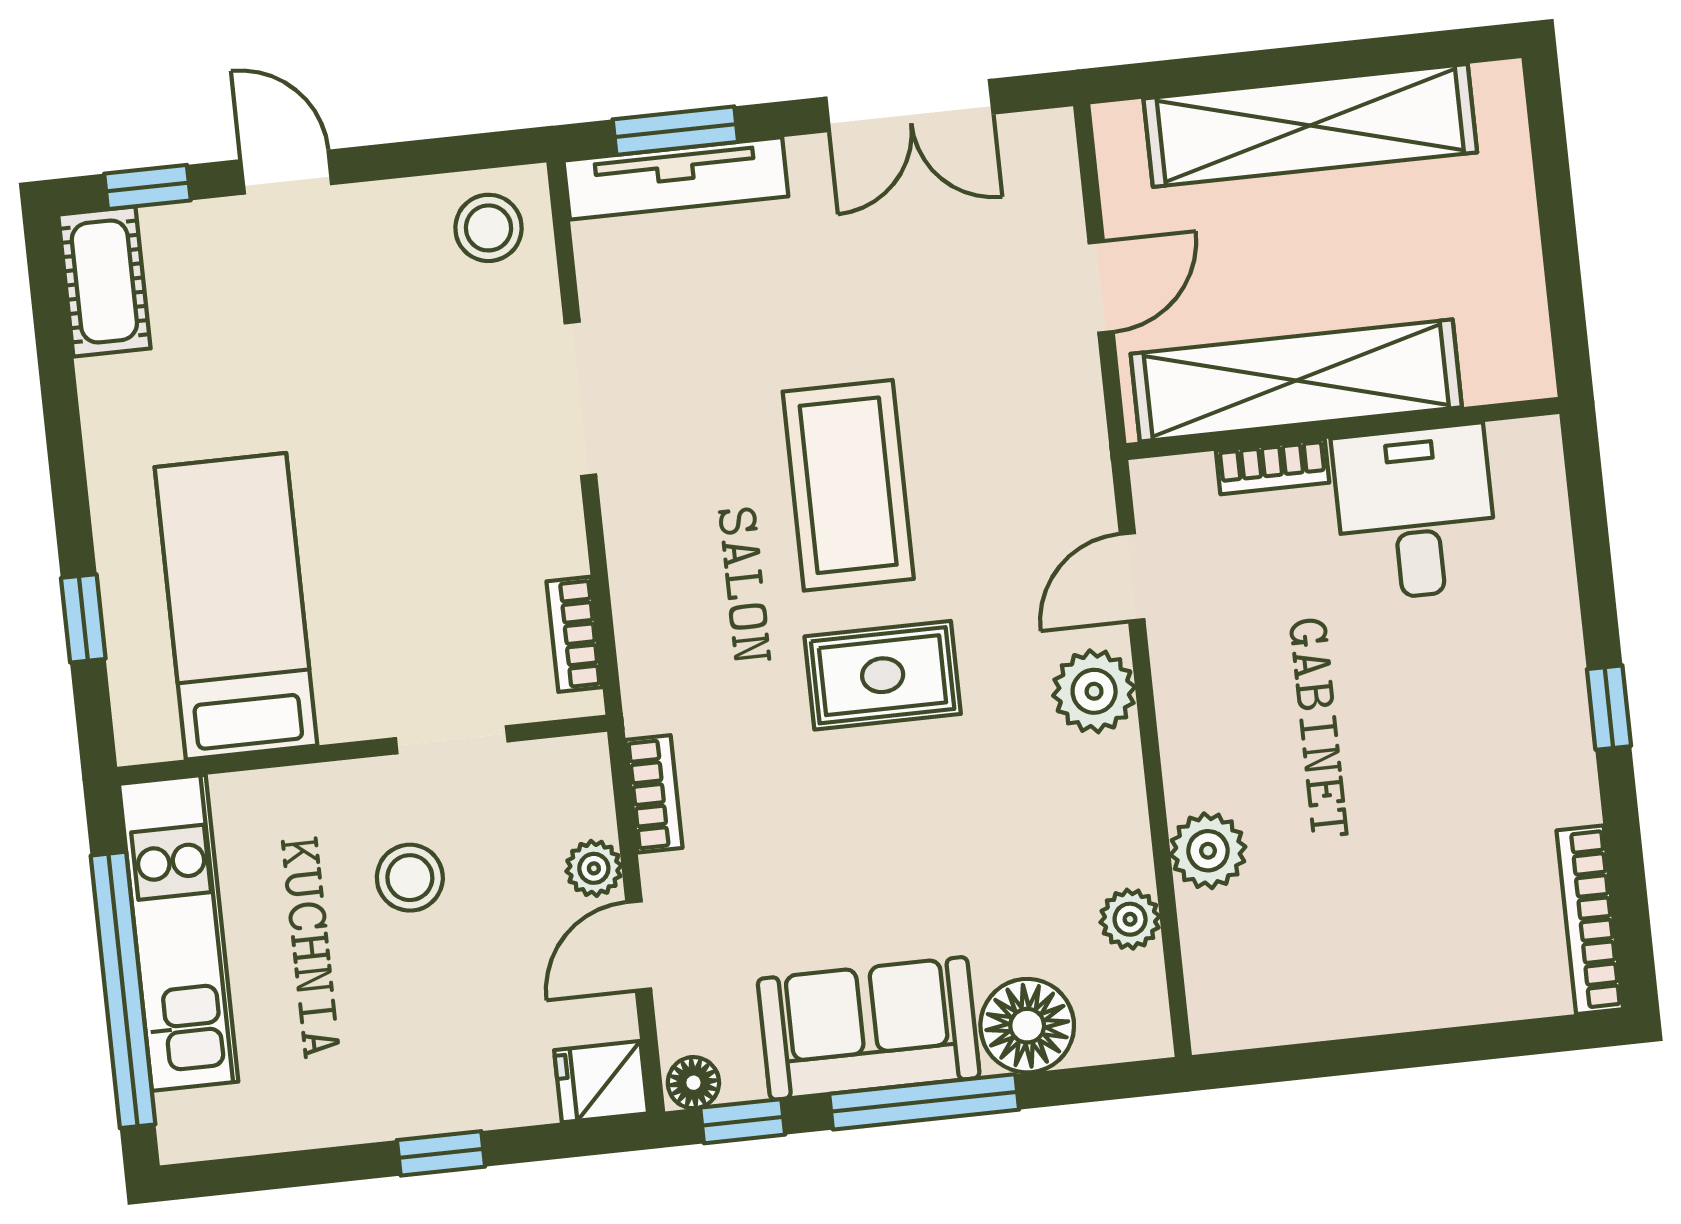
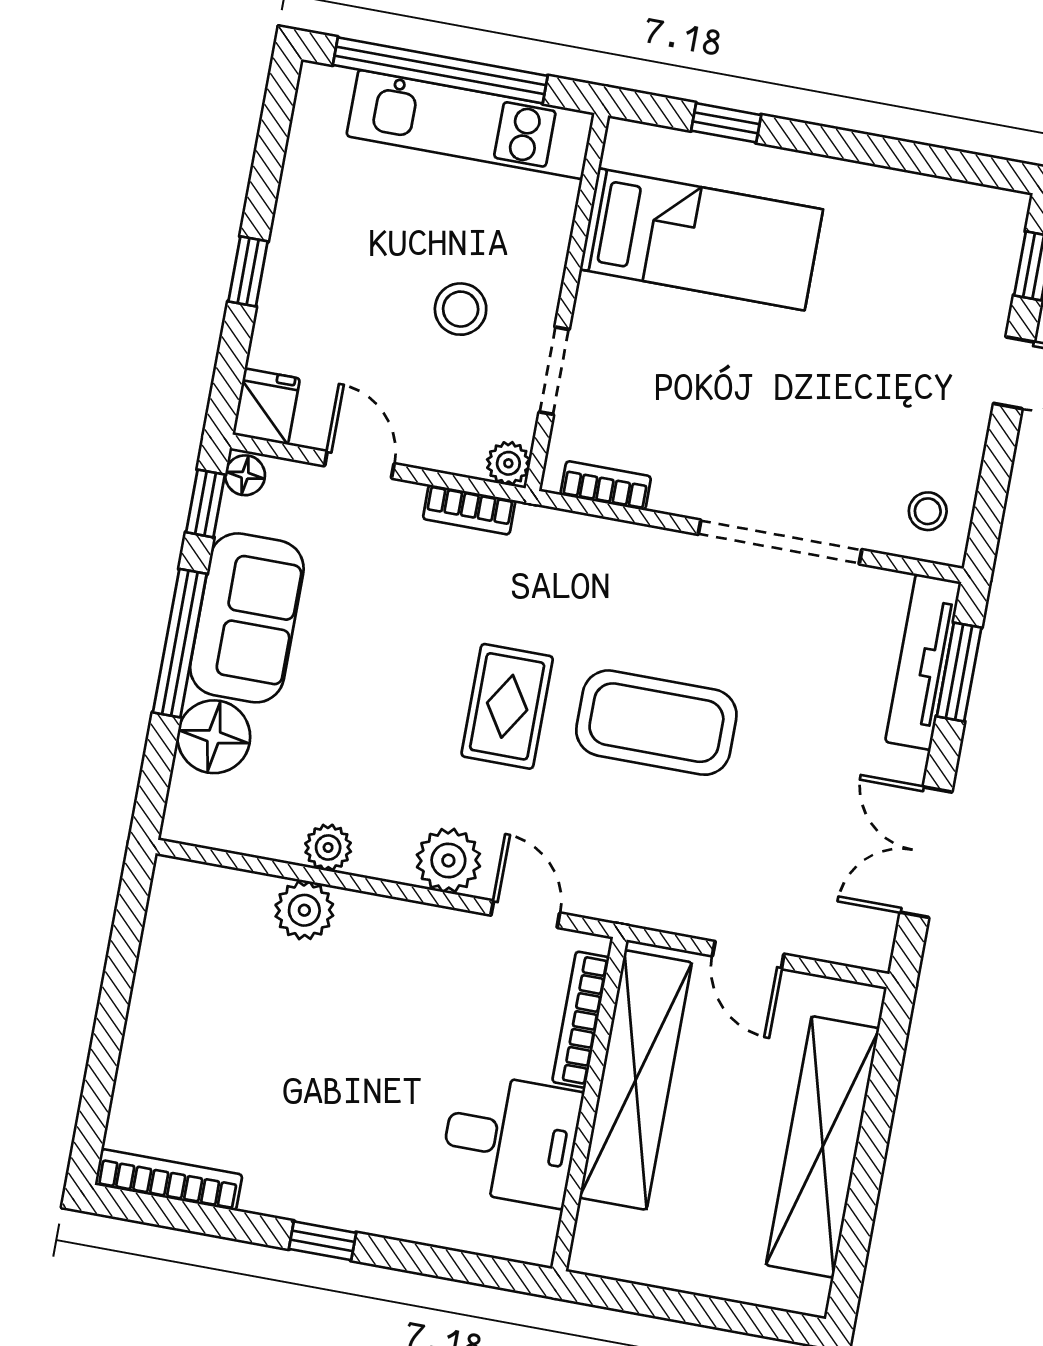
stool: (489, 228) -> (928, 511), width x0.73, depth x0.73
cot: (104, 281) -> (973, 213), removed
doorway: (580, 399) -> (780, 542), width x1.36
bookcase: (1273, 467) -> (581, 1020), width x1.56
plant: (594, 868) -> (508, 463), moved
plant: (1130, 919) -> (328, 848), moved

